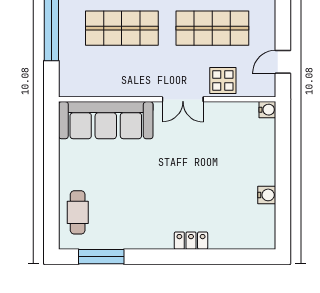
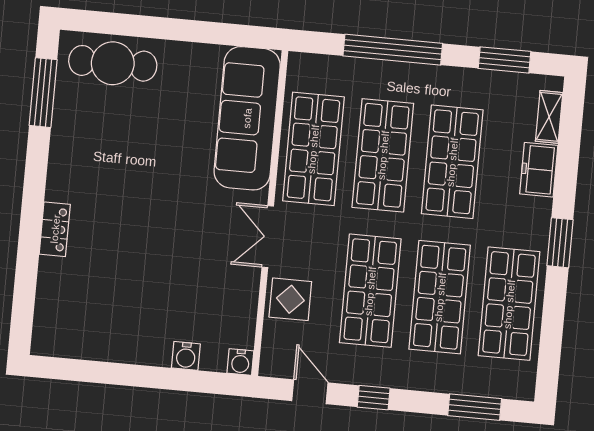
window: (283, 19) -> (374, 398), added
shop shelf: (122, 74) -> (313, 149), added
water cooler: (267, 195) -> (186, 356), moved
cafe table: (78, 212) -> (113, 63), width x1.37, depth x1.35

